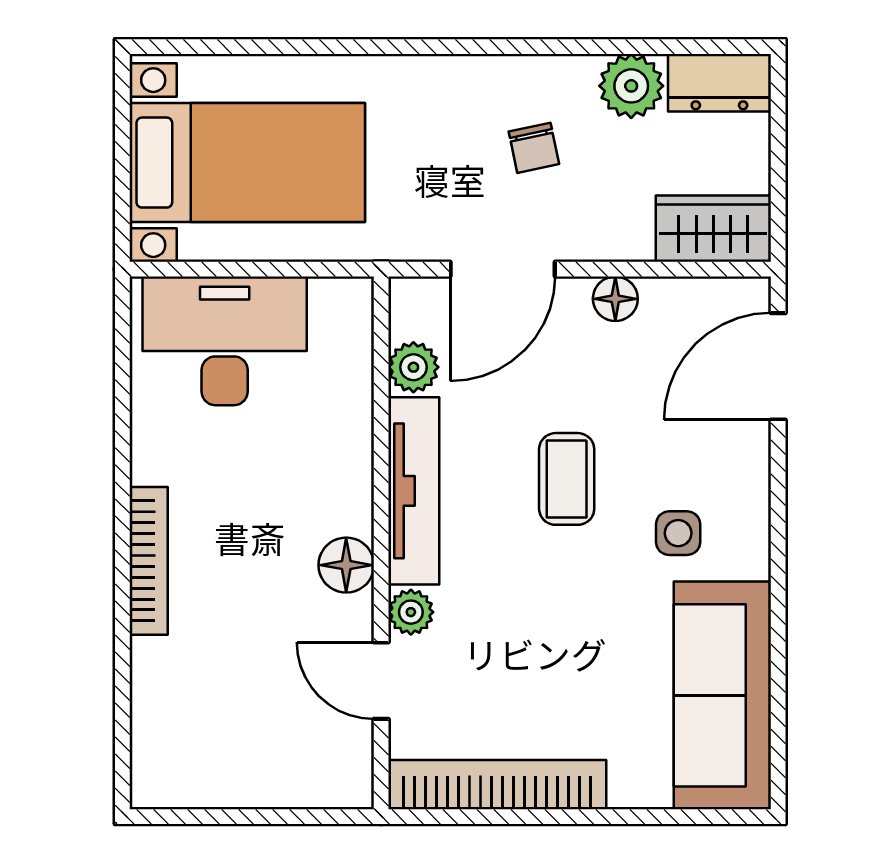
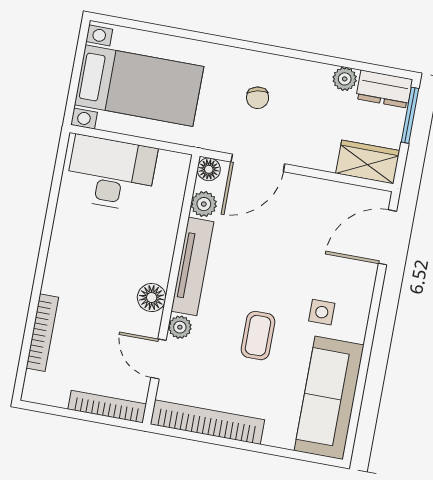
plant: (631, 86) -> (345, 79), width x0.73, depth x0.73
window: (778, 124) -> (410, 115), added
chair: (534, 148) -> (258, 98), moved
floor lamp: (615, 299) -> (209, 169), moved
coffee table: (567, 479) -> (258, 336), moved
bookcase: (149, 561) -> (42, 333), moved
bookcase: (299, 790) -> (107, 407), added

